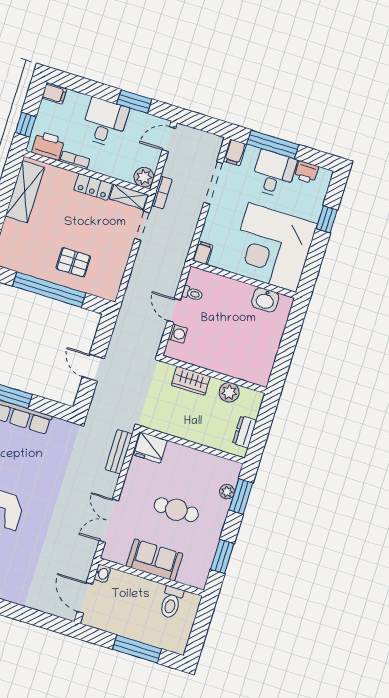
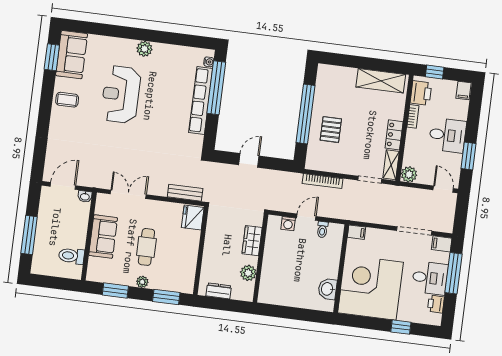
bookcase: (162, 193) -> (323, 181), moved, width x1.56
plant: (227, 492) -> (142, 282), moved

